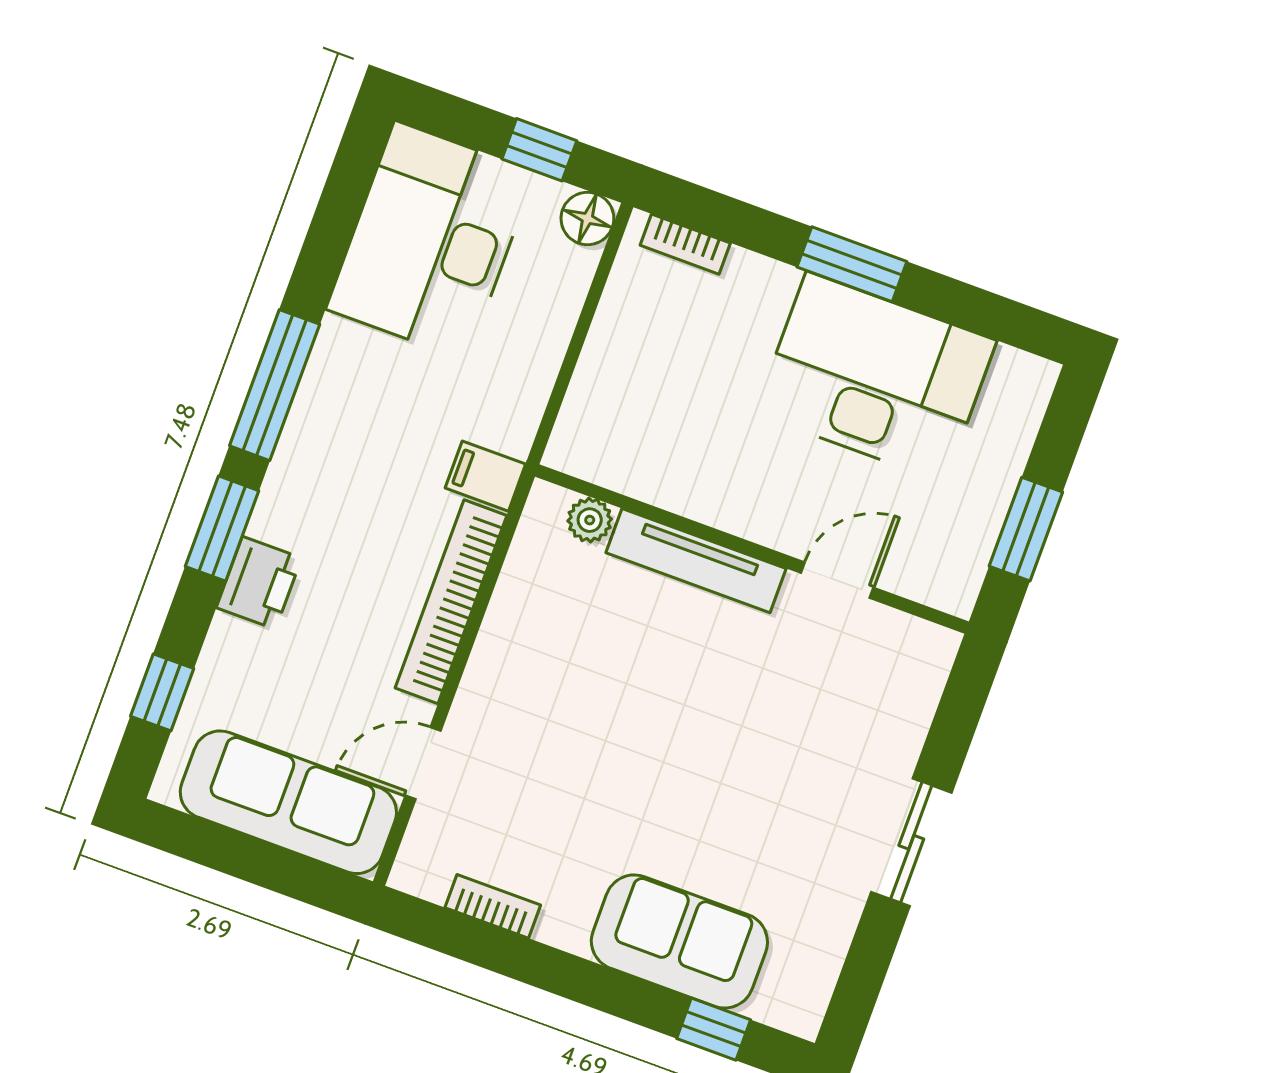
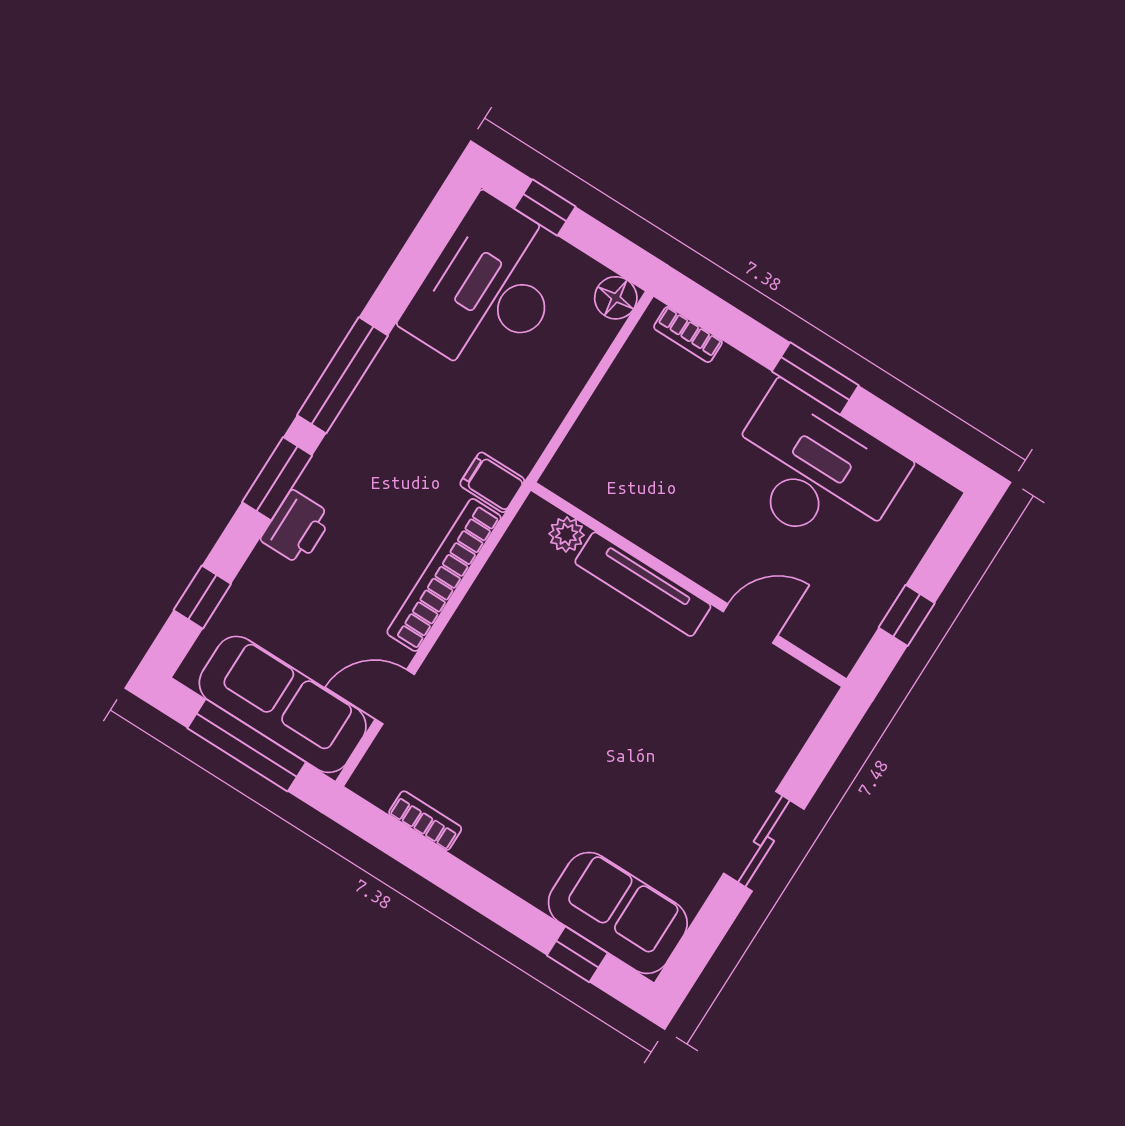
window: (539, 150) -> (545, 208), moved
window: (1026, 529) -> (907, 615), width x0.67
window: (255, 861) -> (247, 745), added
sofa: (679, 941) -> (618, 913), moved

